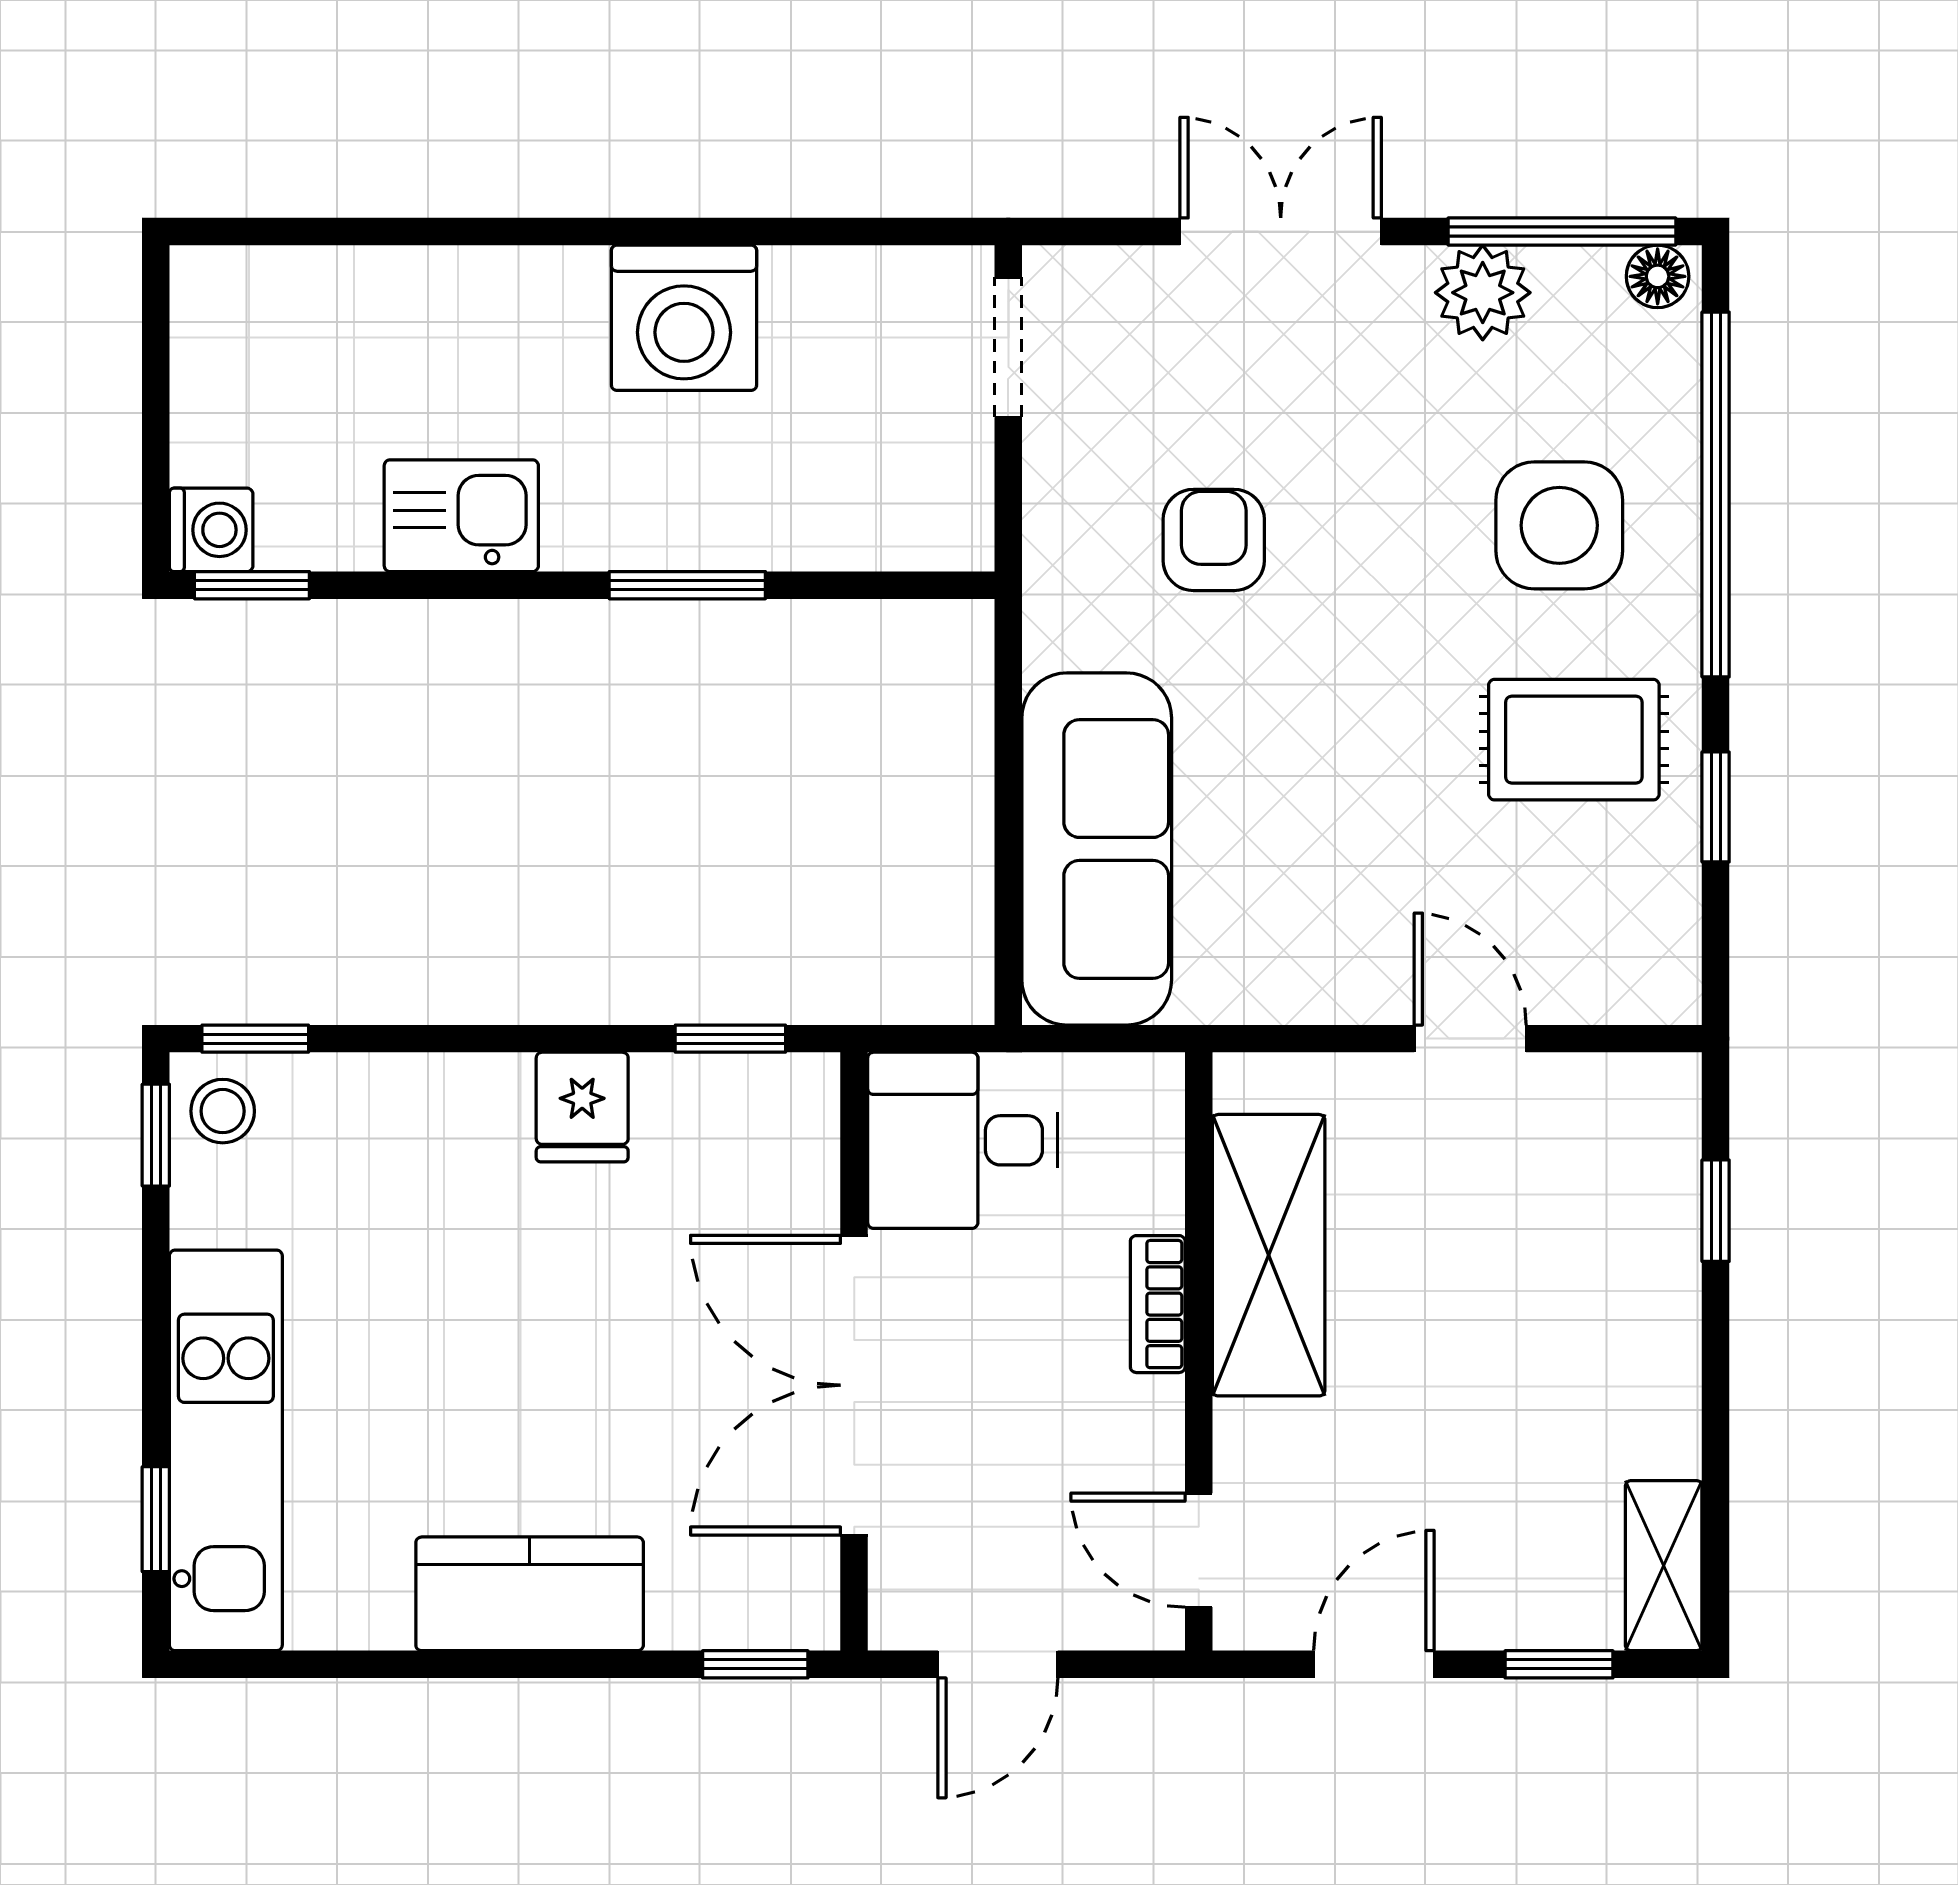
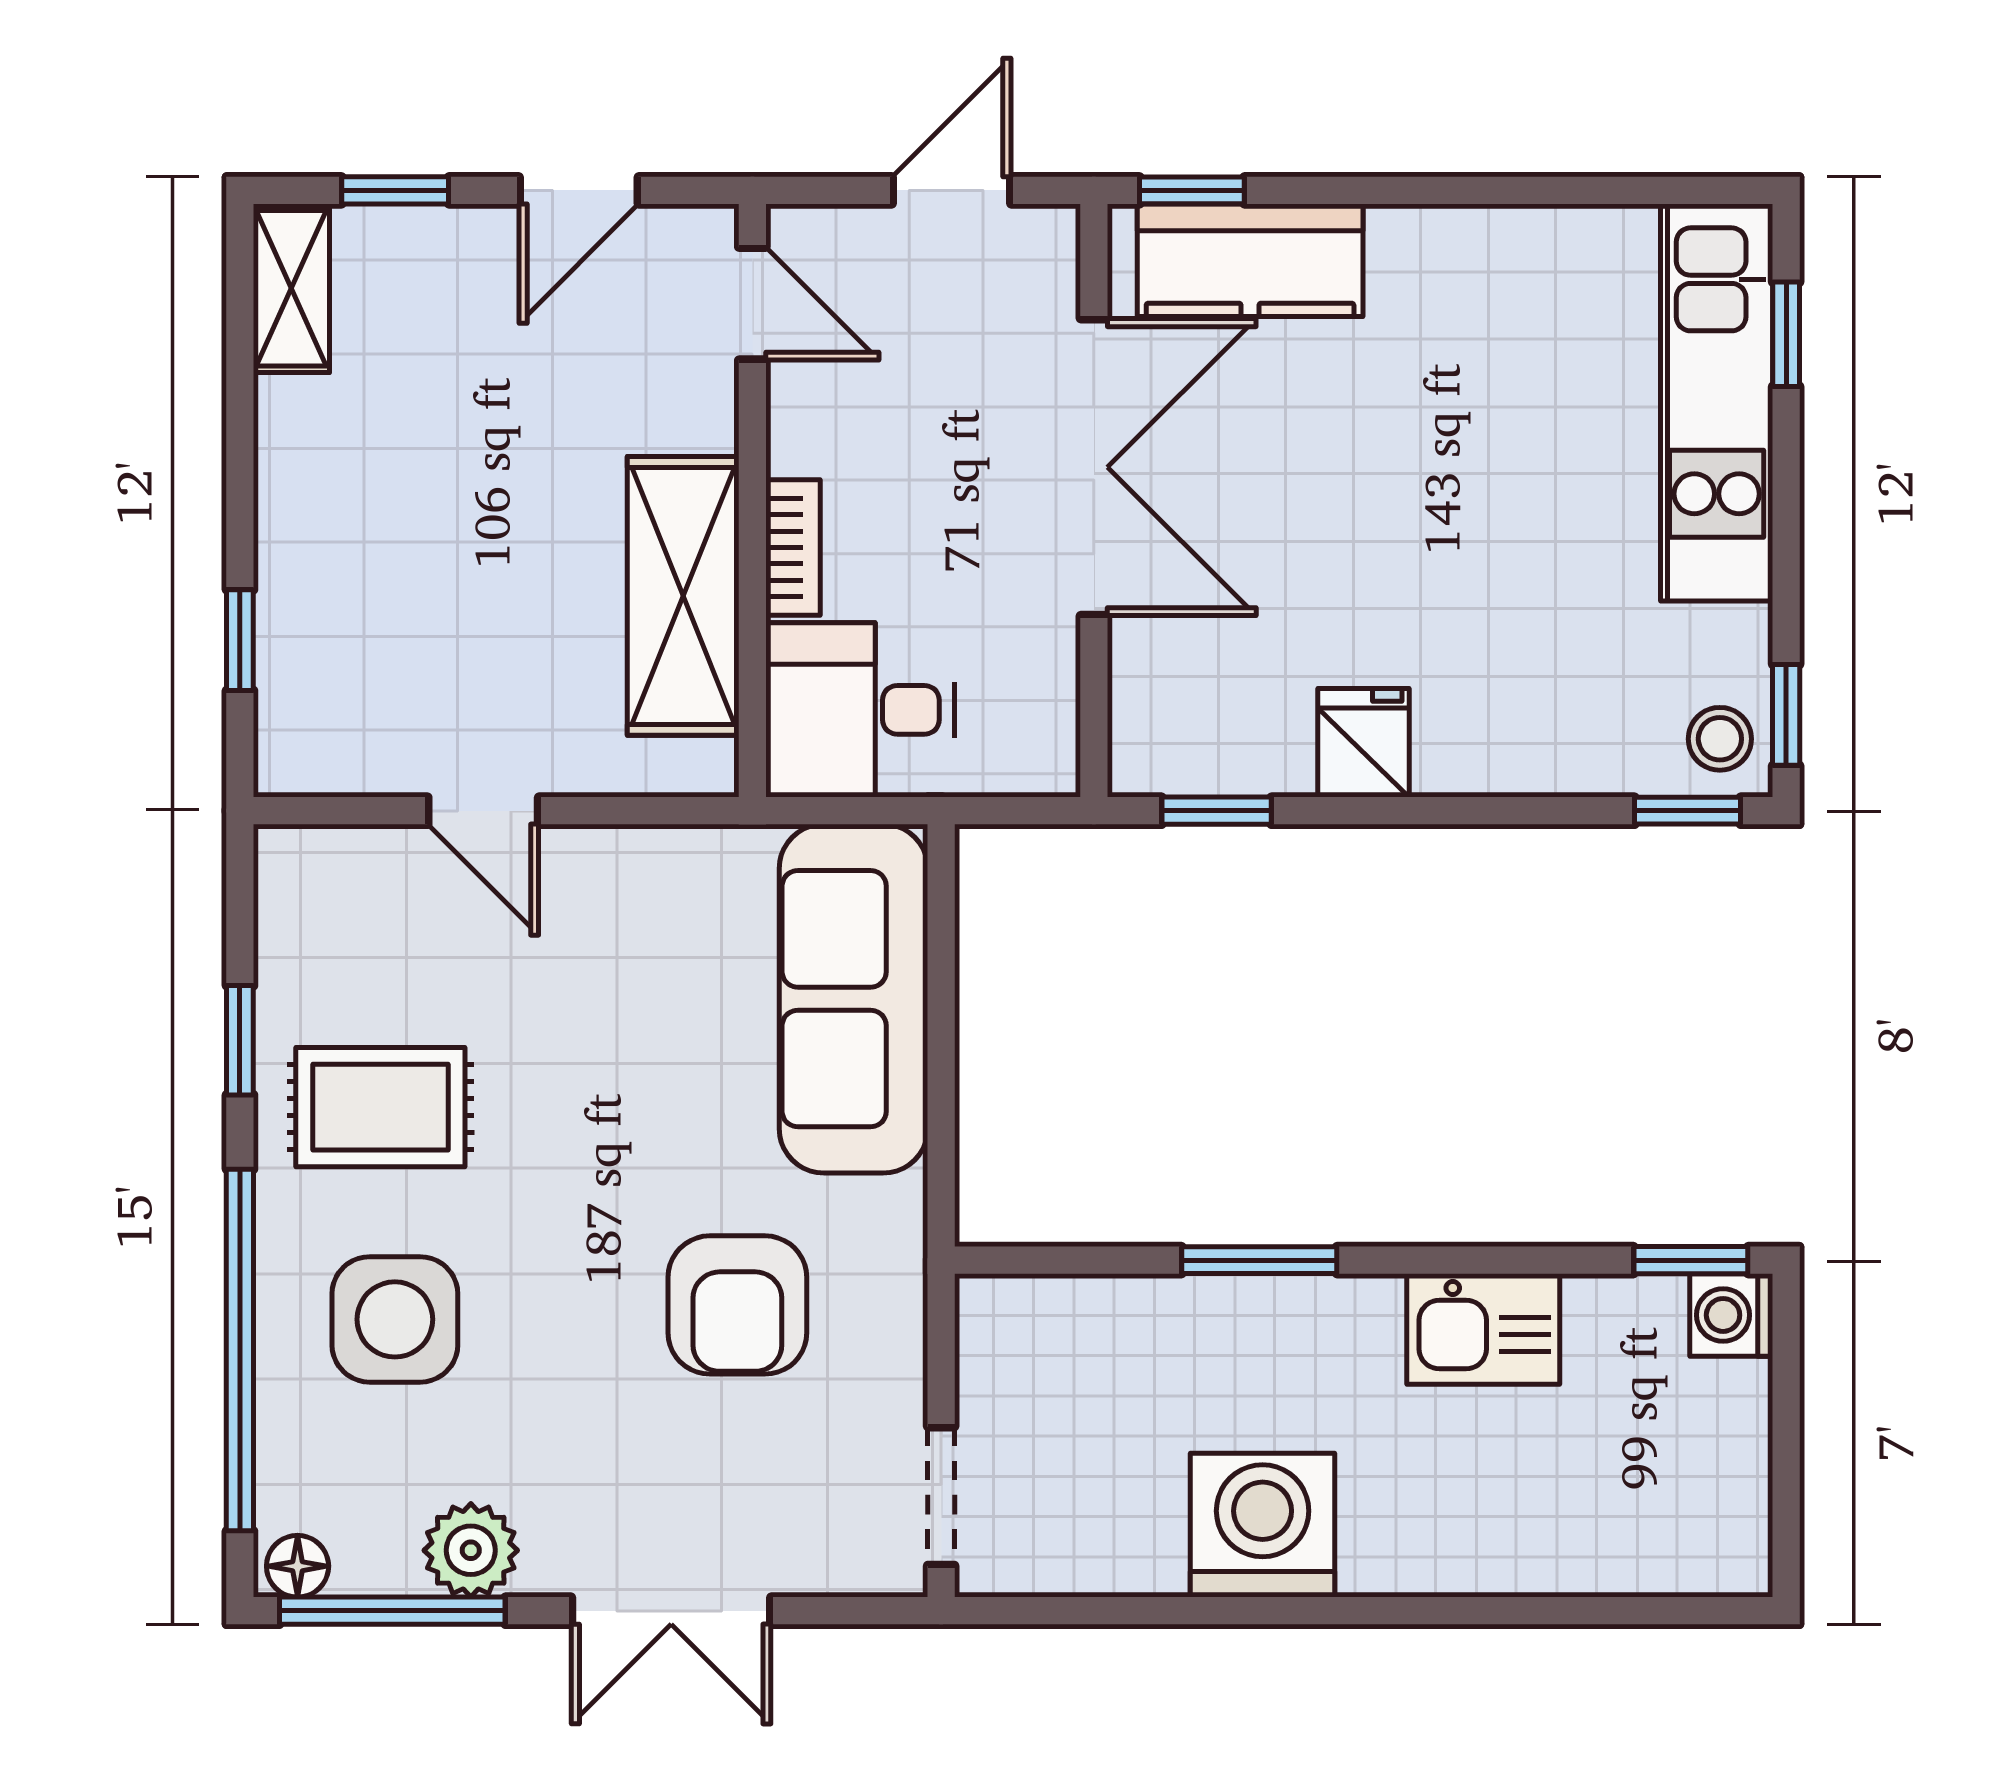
armchair: (1214, 540) -> (737, 1305), width x1.38, depth x1.38
desk: (963, 1140) -> (860, 710), moved, turned 180
kitchen counter: (530, 1594) -> (1250, 260), moved

